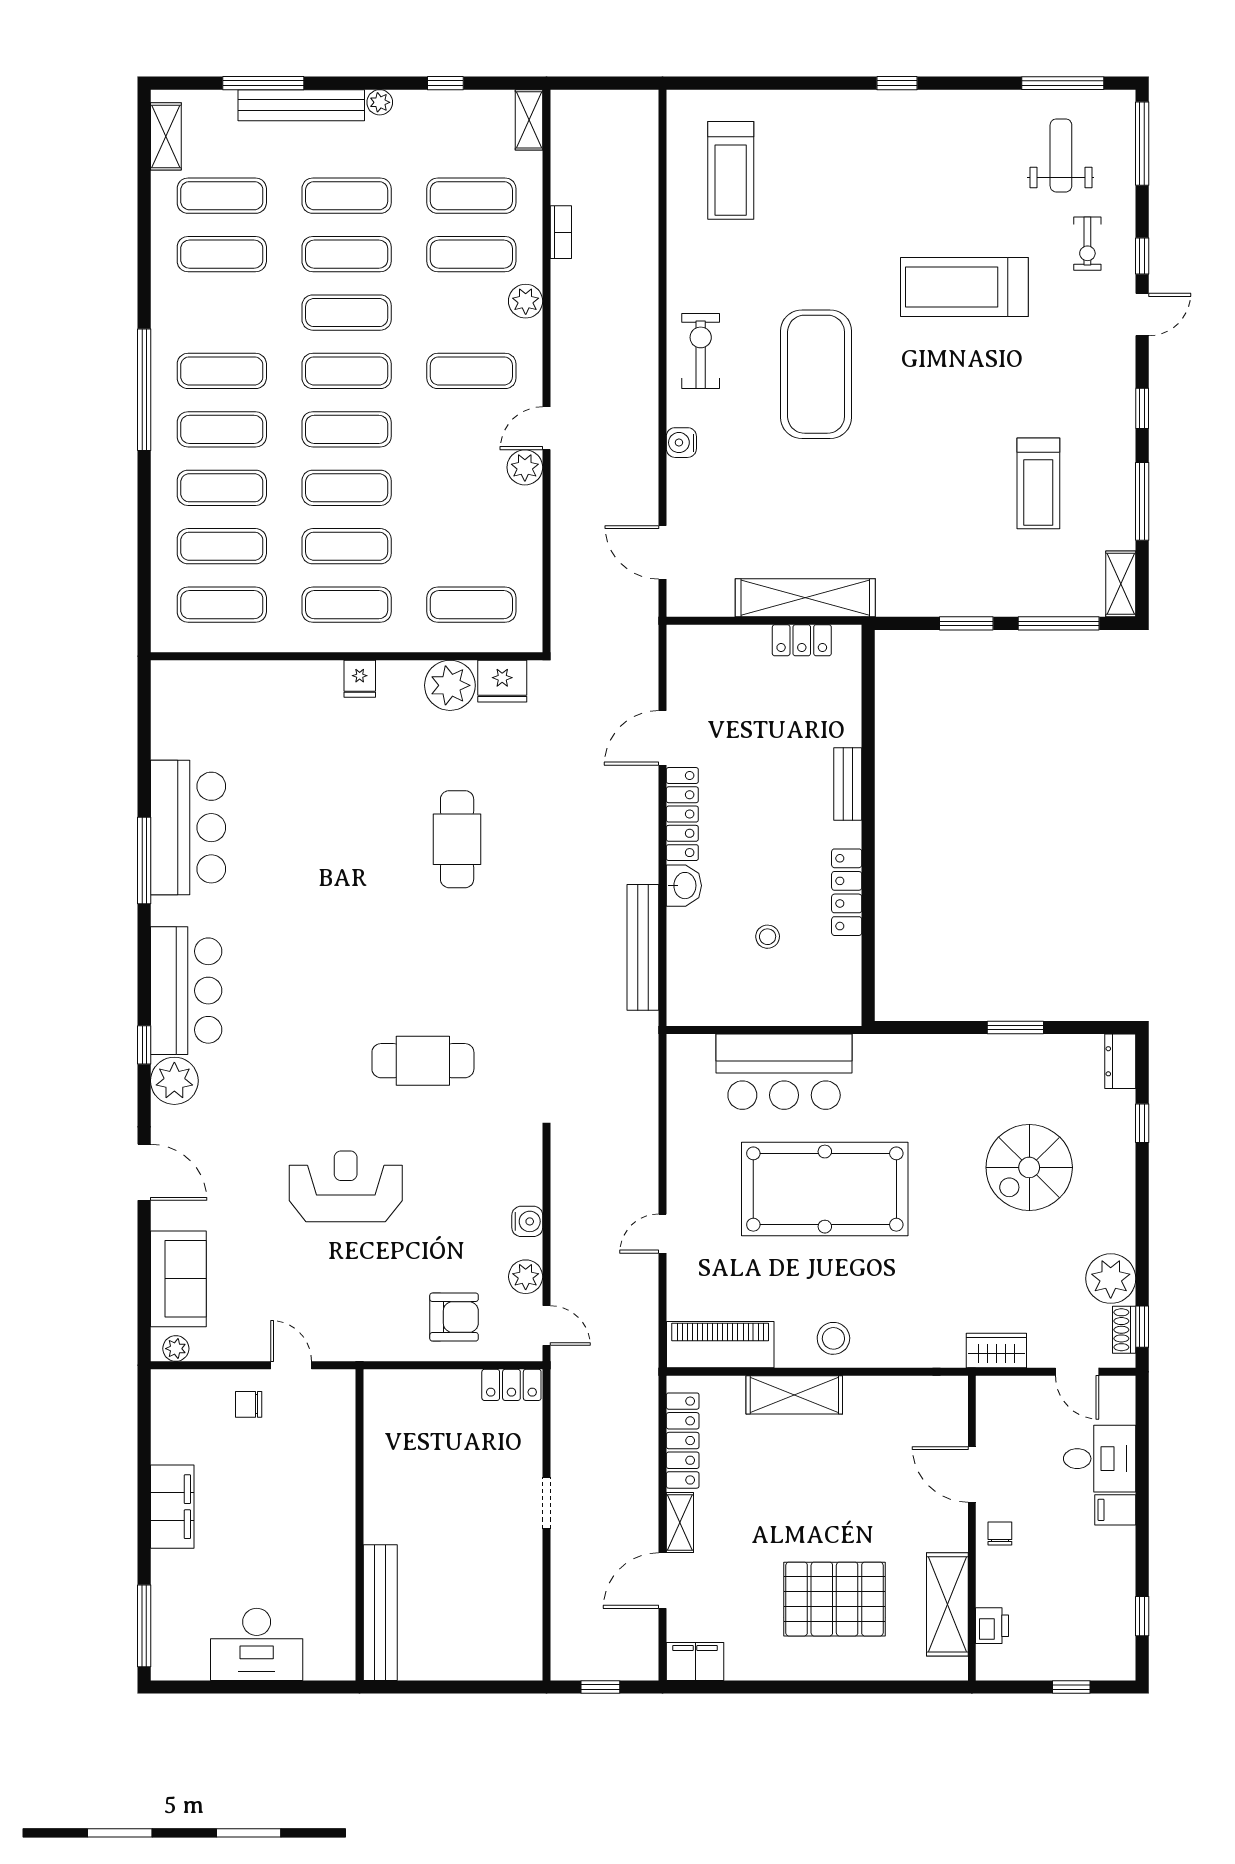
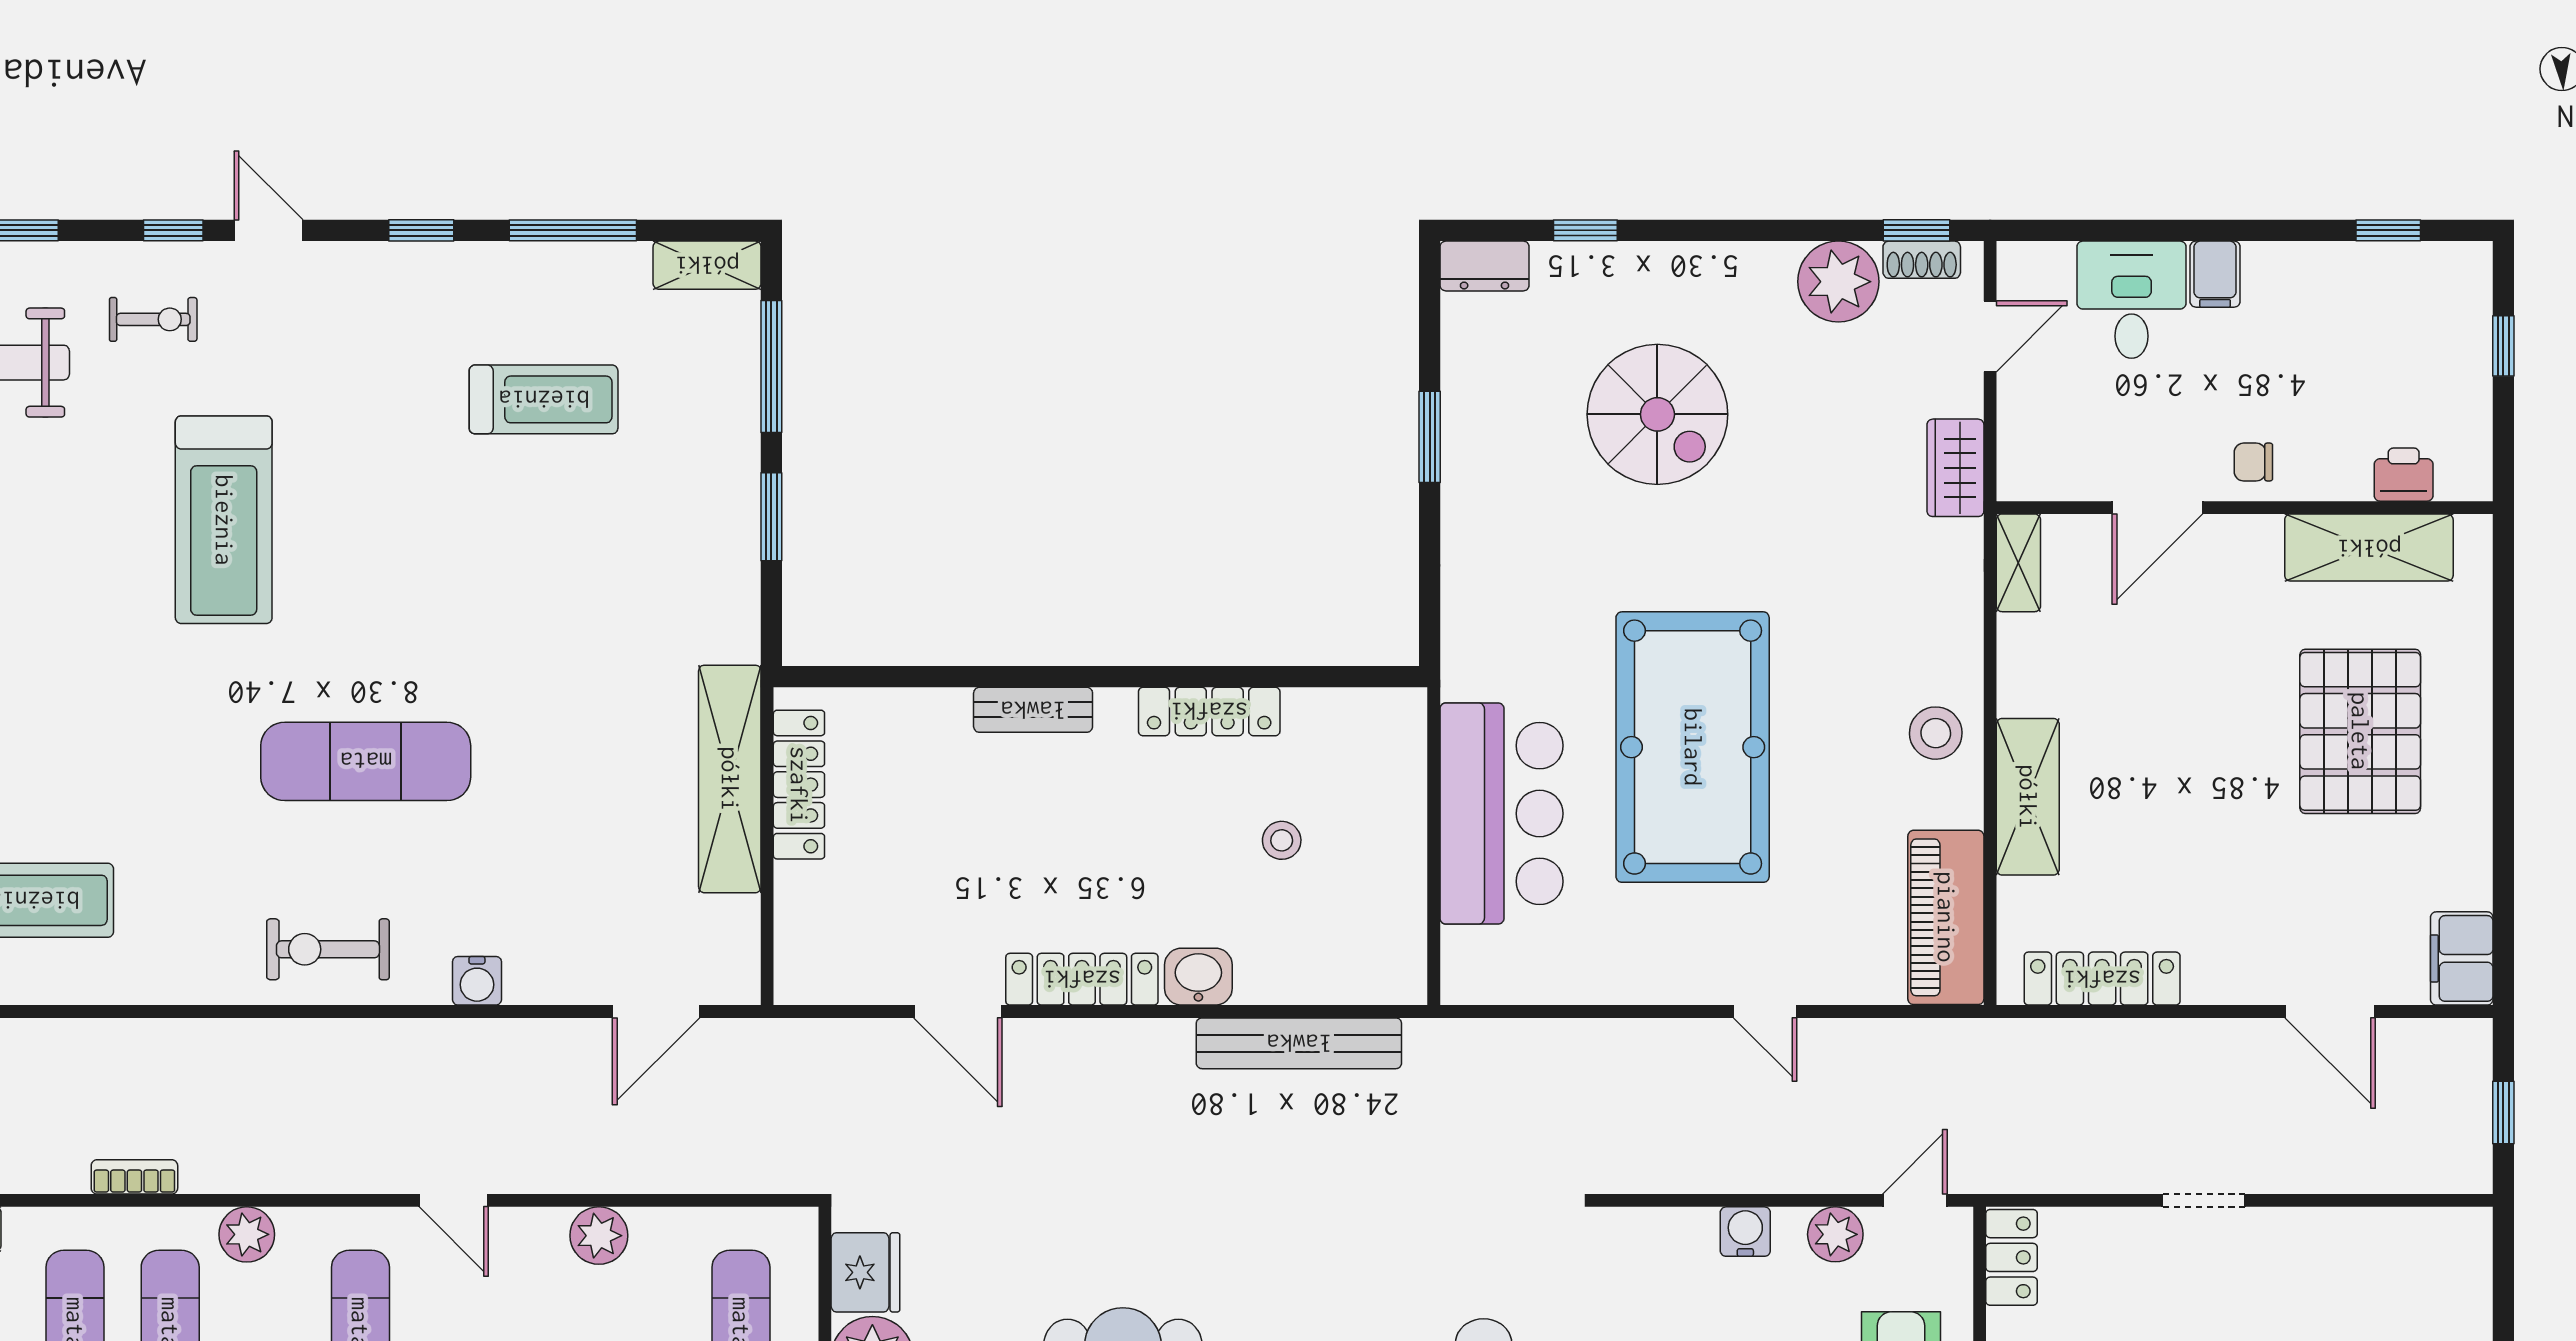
exercise mat: (816, 374) -> (366, 761), width x0.68
plant: (525, 467) -> (599, 1236), moved
locker: (802, 640) -> (799, 785), width x1.53
shelving: (680, 1522) -> (2018, 563), moved, turned 90

